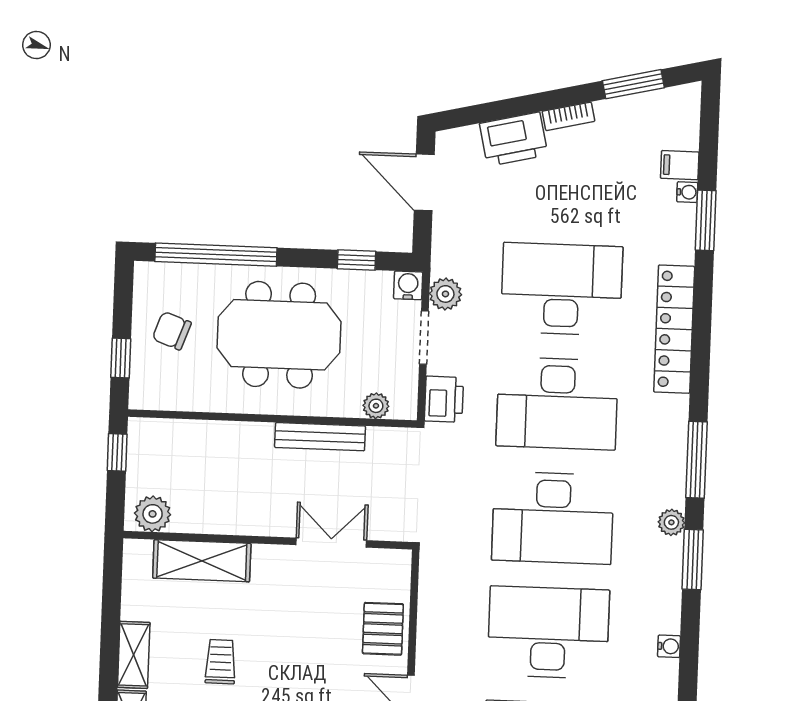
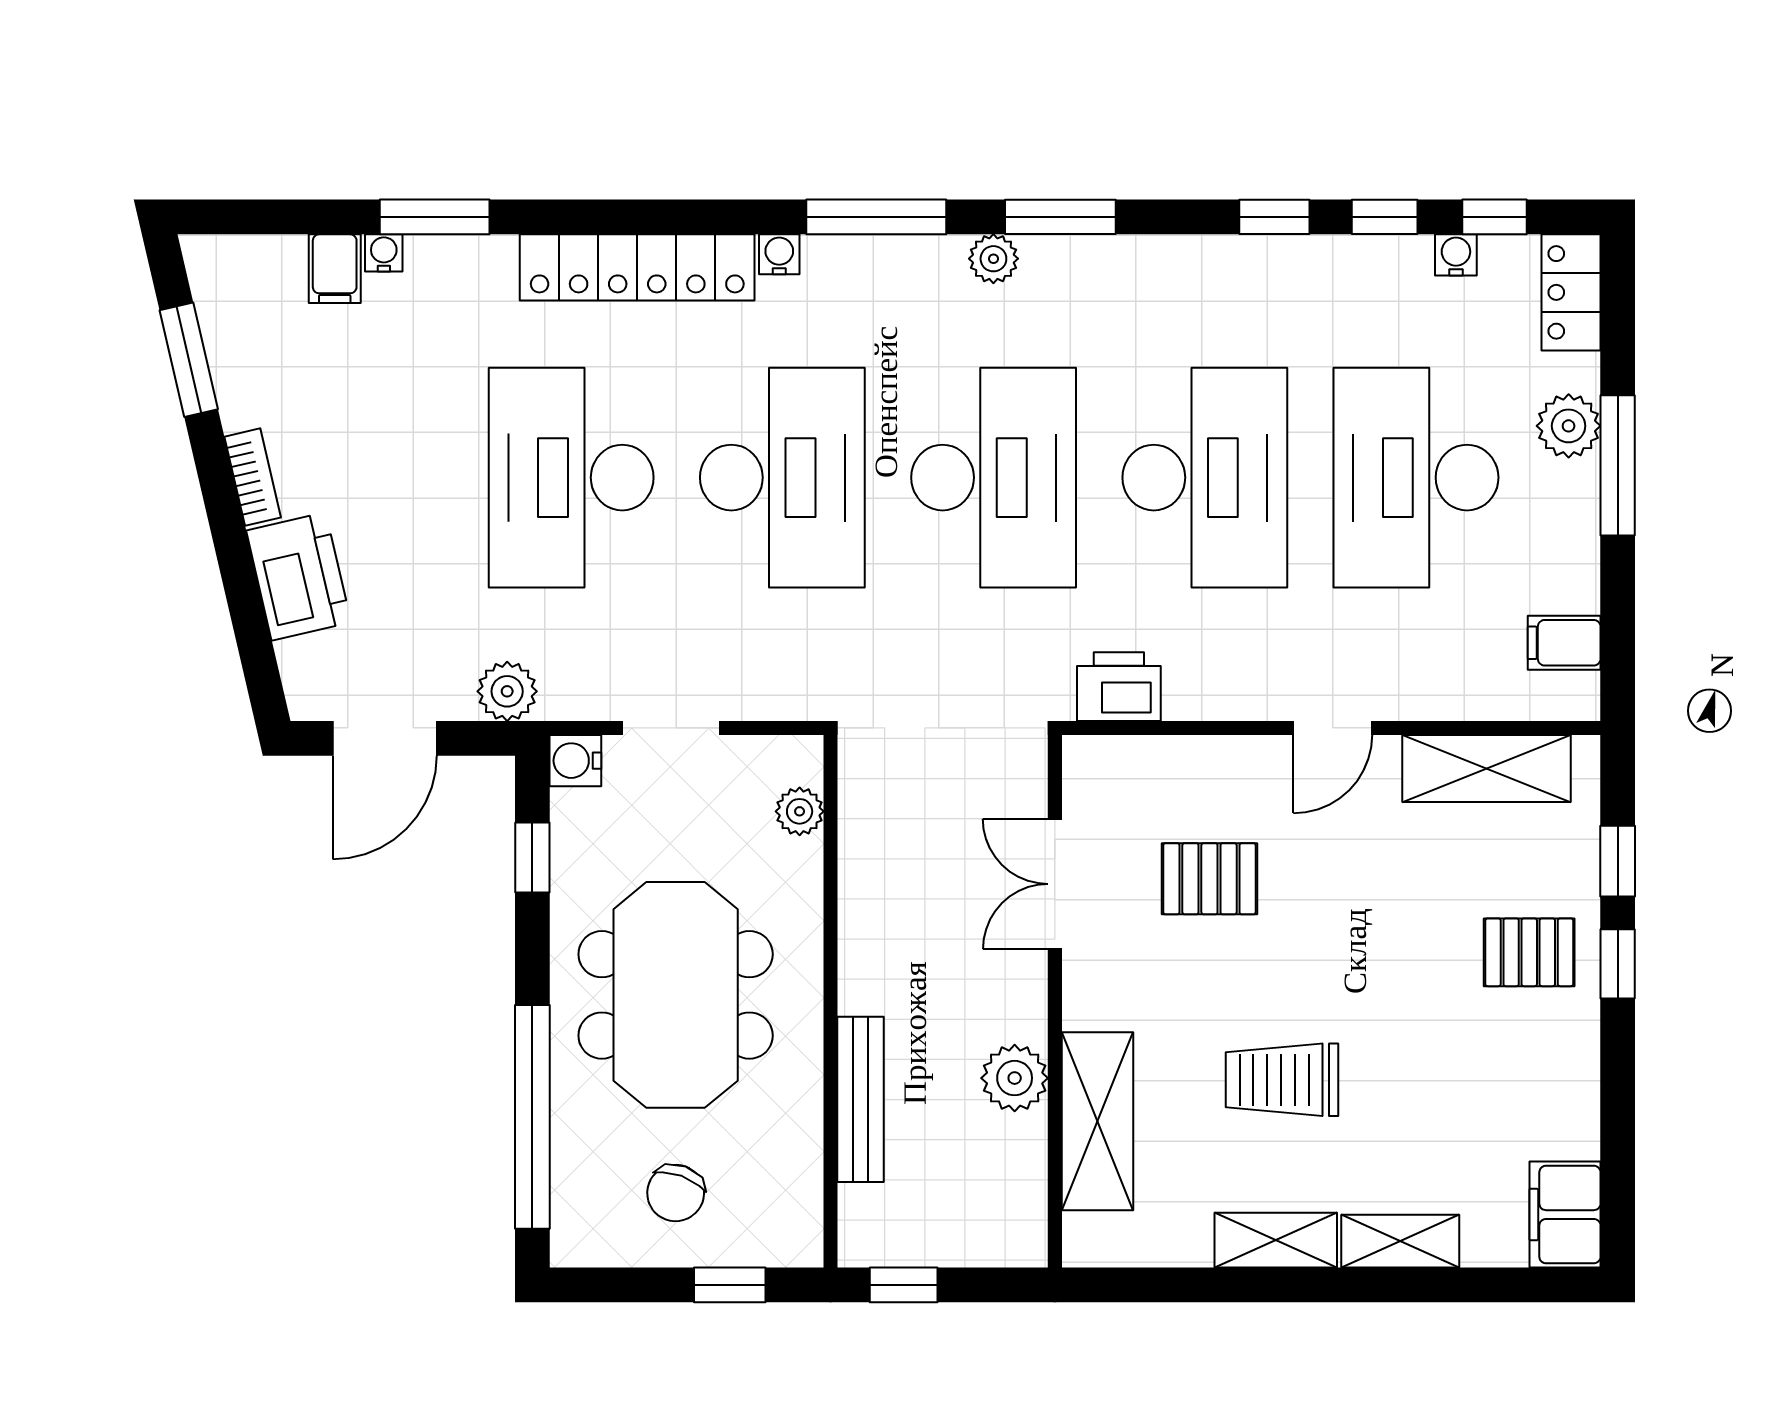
plant: (445, 294) -> (507, 691), moved
printer: (444, 399) -> (1119, 687), moved
bench: (320, 437) -> (861, 1099), moved
plant: (153, 514) -> (1015, 1078), moved
pallet: (383, 629) -> (1209, 879), moved
desk: (548, 632) -> (1205, 478), turned 180
water cooler: (669, 646) -> (779, 254), moved
trolley: (220, 662) -> (1282, 1080), width x1.36, depth x1.39
window: (688, 676) -> (1274, 217), added

